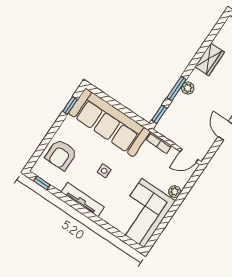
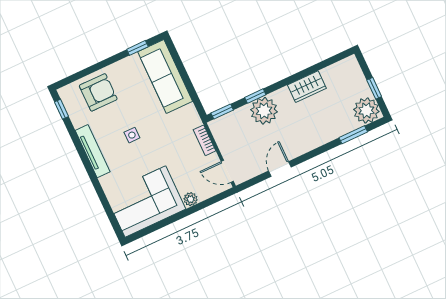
plant: (188, 88) -> (264, 111), width x1.88, depth x1.88
window: (176, 89) -> (255, 96), width x0.67
sofa: (109, 122) -> (165, 76), width x0.74, depth x0.79
armchair: (61, 155) -> (98, 92), turned 180

